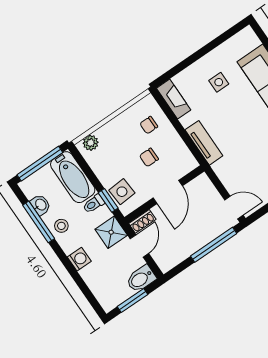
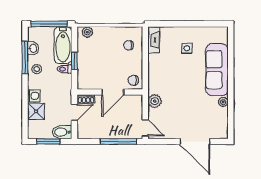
tv unit: (204, 143) -> (154, 78), removed
chair: (149, 157) -> (133, 80), moved
plant: (224, 169) -> (155, 101), added
side table: (122, 192) -> (86, 73), removed
window: (108, 200) -> (74, 61), moved
shower: (111, 232) -> (36, 111), moved

